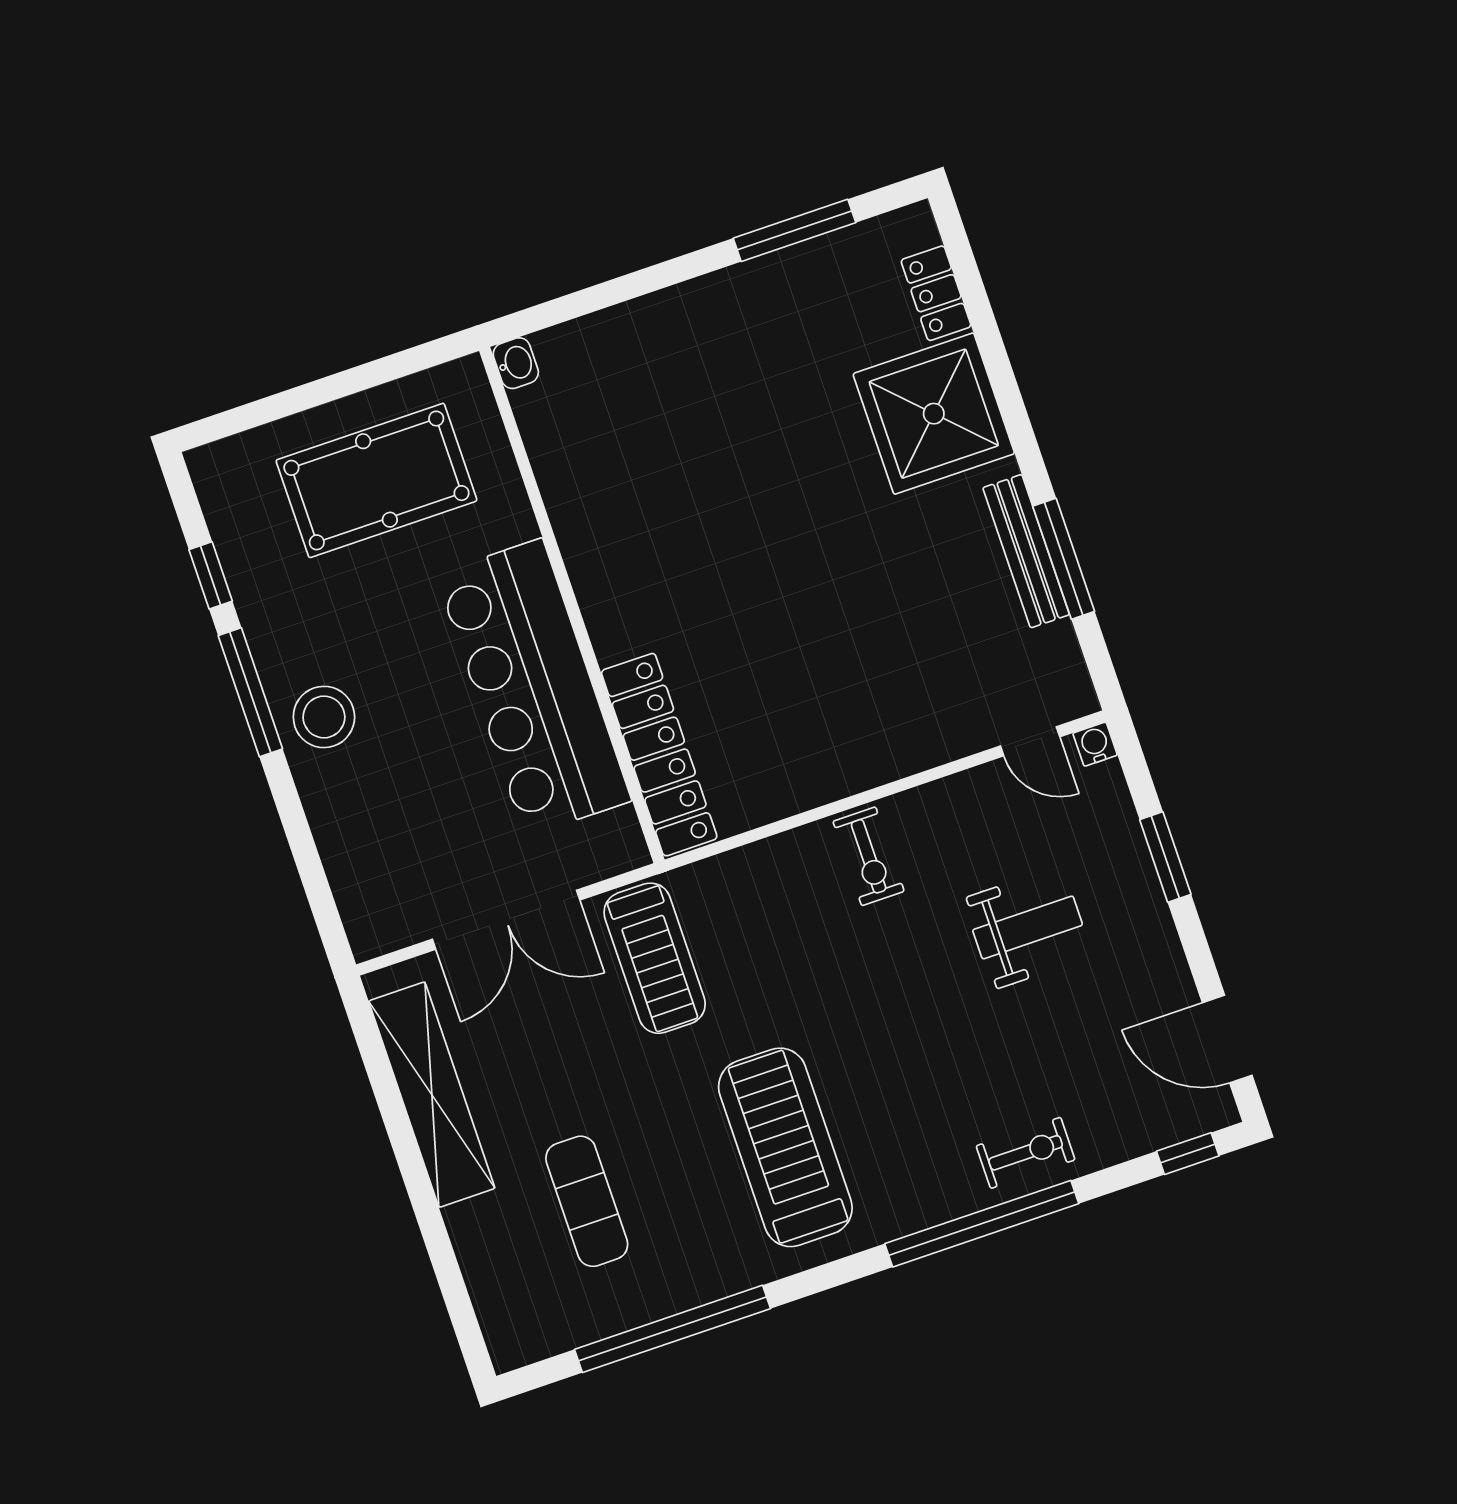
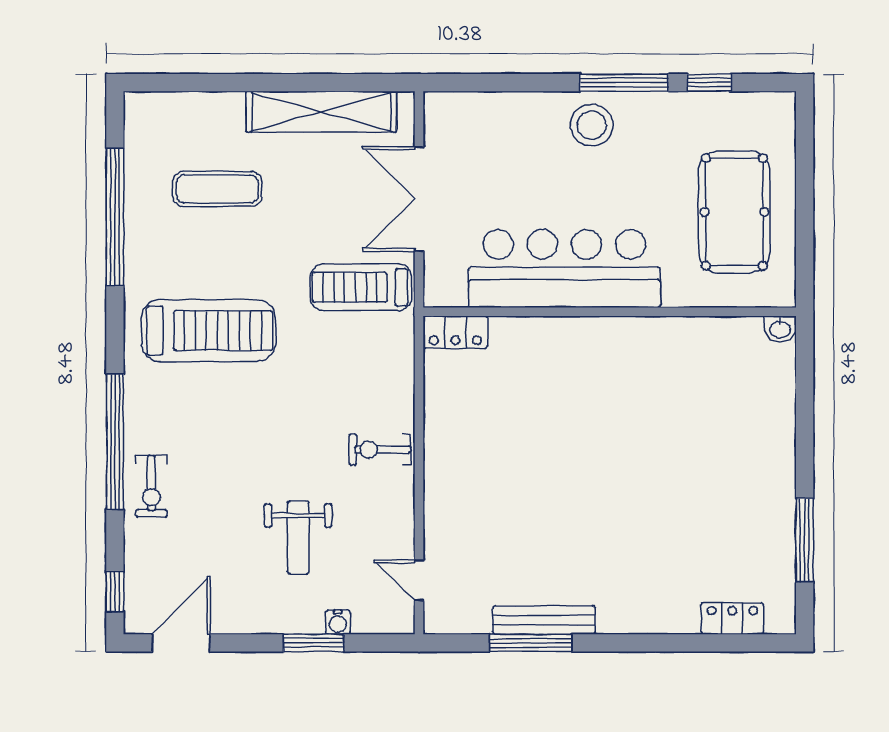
shower: (934, 414) -> (654, 590), removed
door: (1030, 741) -> (419, 580), hinge flipped
water cooler: (1095, 744) -> (338, 622), moved, turned 90
locker: (659, 755) -> (455, 332), width x0.46, depth x0.83

